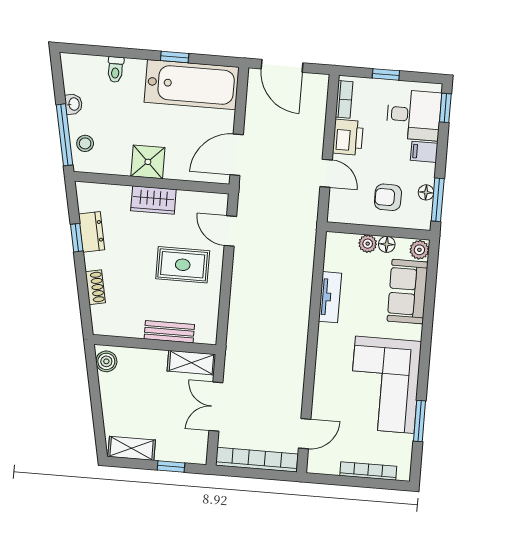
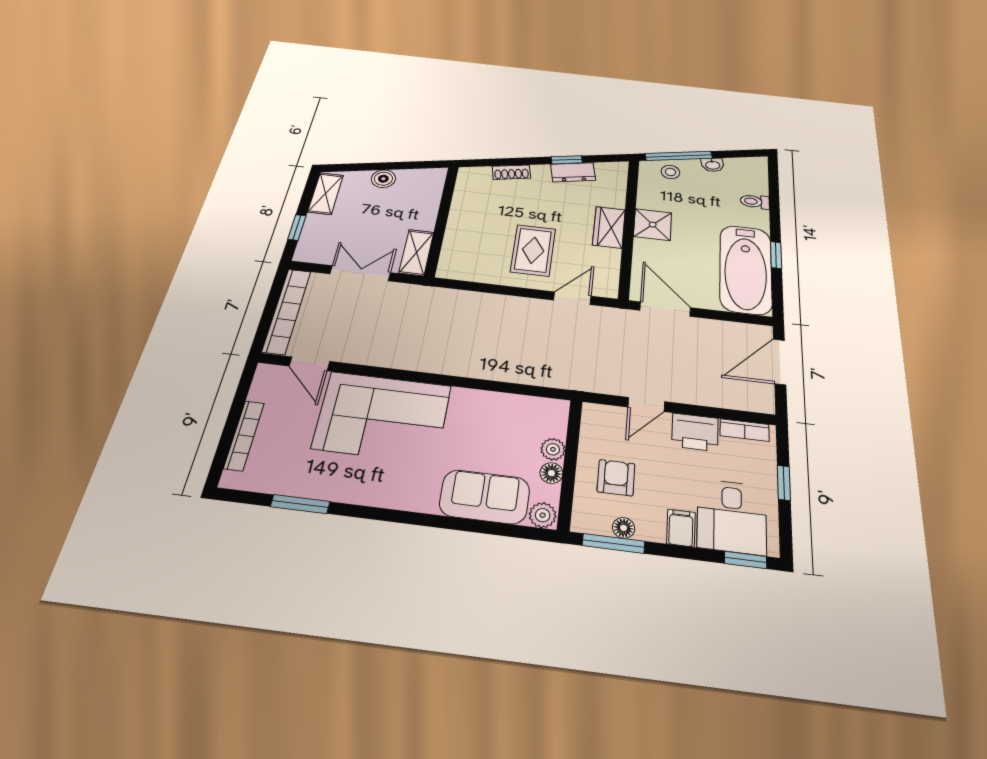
tv unit: (330, 297) -> (484, 401), removed
bench: (169, 332) -> (455, 234), removed
boiler: (106, 361) -> (383, 179), moved
corner sofa: (385, 385) -> (382, 417), moved, turned 180

